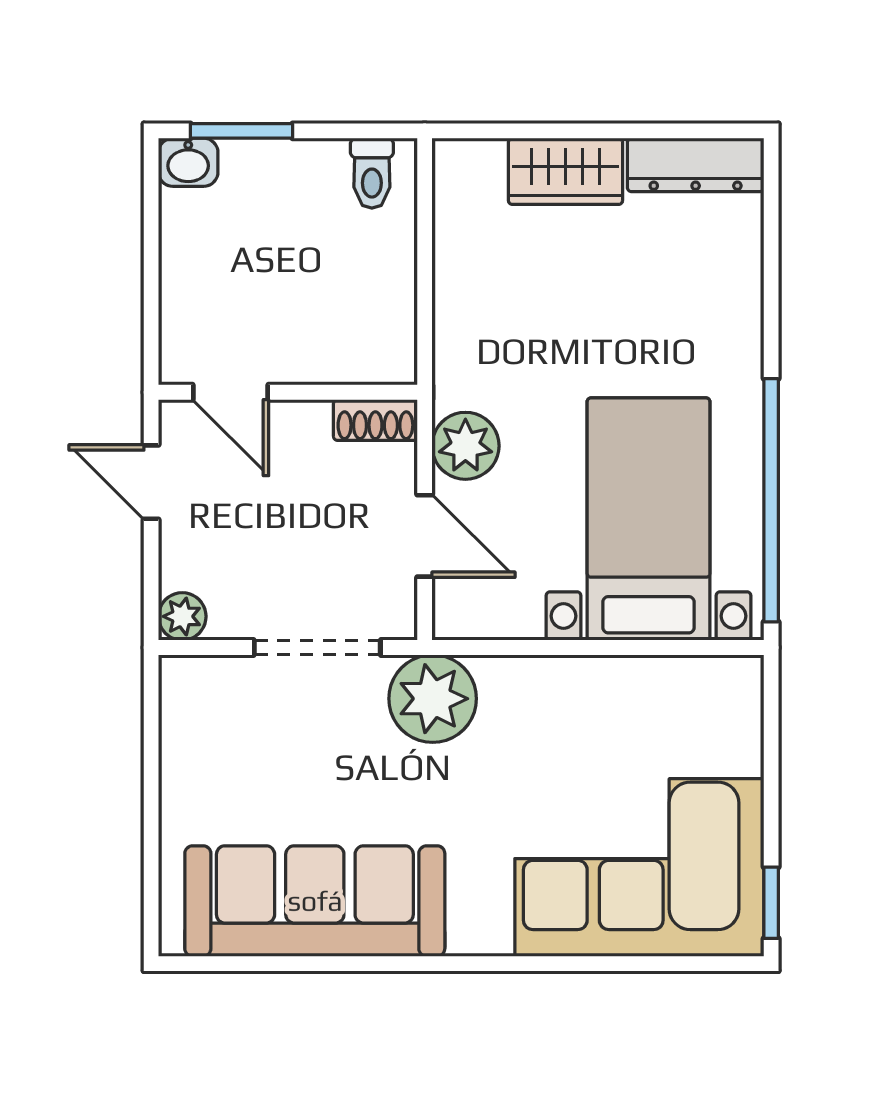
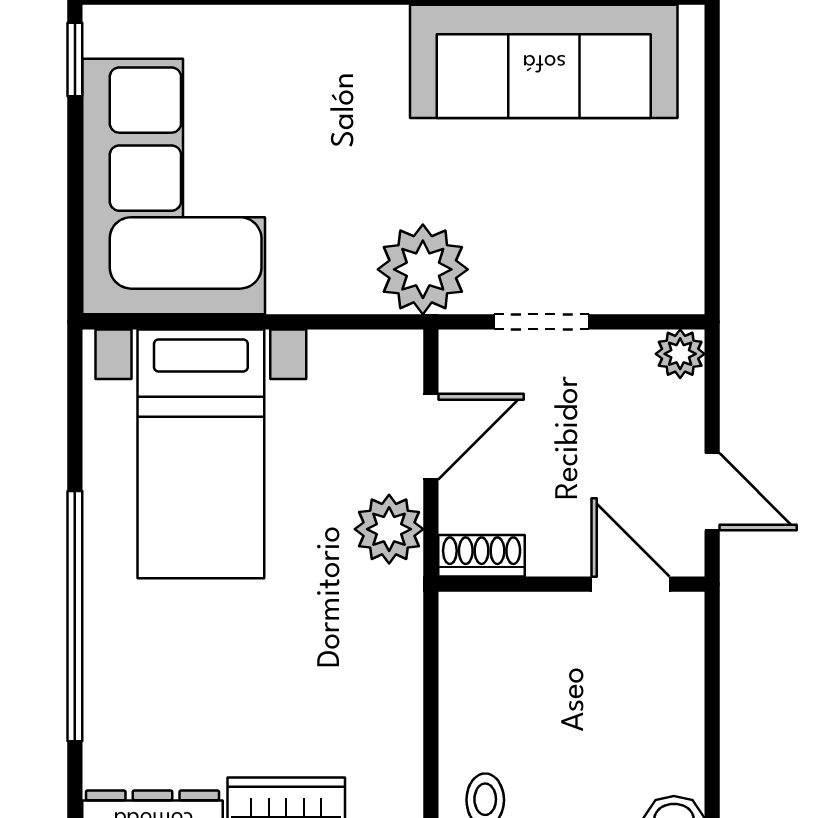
window: (771, 500) -> (75, 616), moved
door: (425, 536) -> (431, 437), swing flipped
doorway: (317, 648) -> (541, 322), width x0.73
corner sofa: (639, 867) -> (174, 186), moved, turned -90

